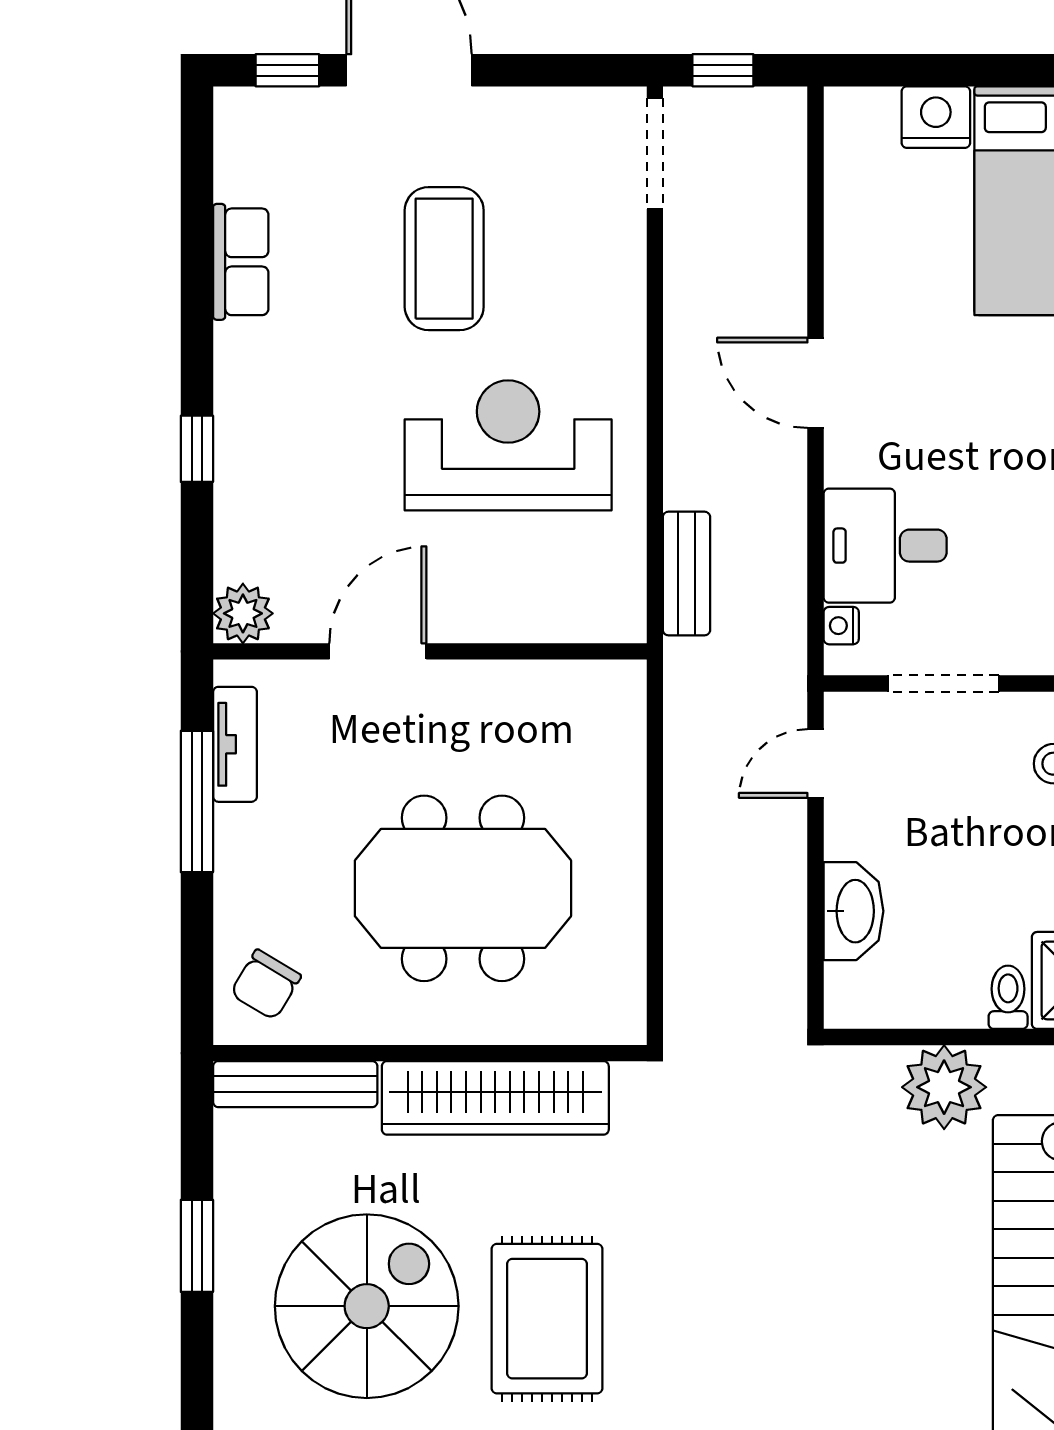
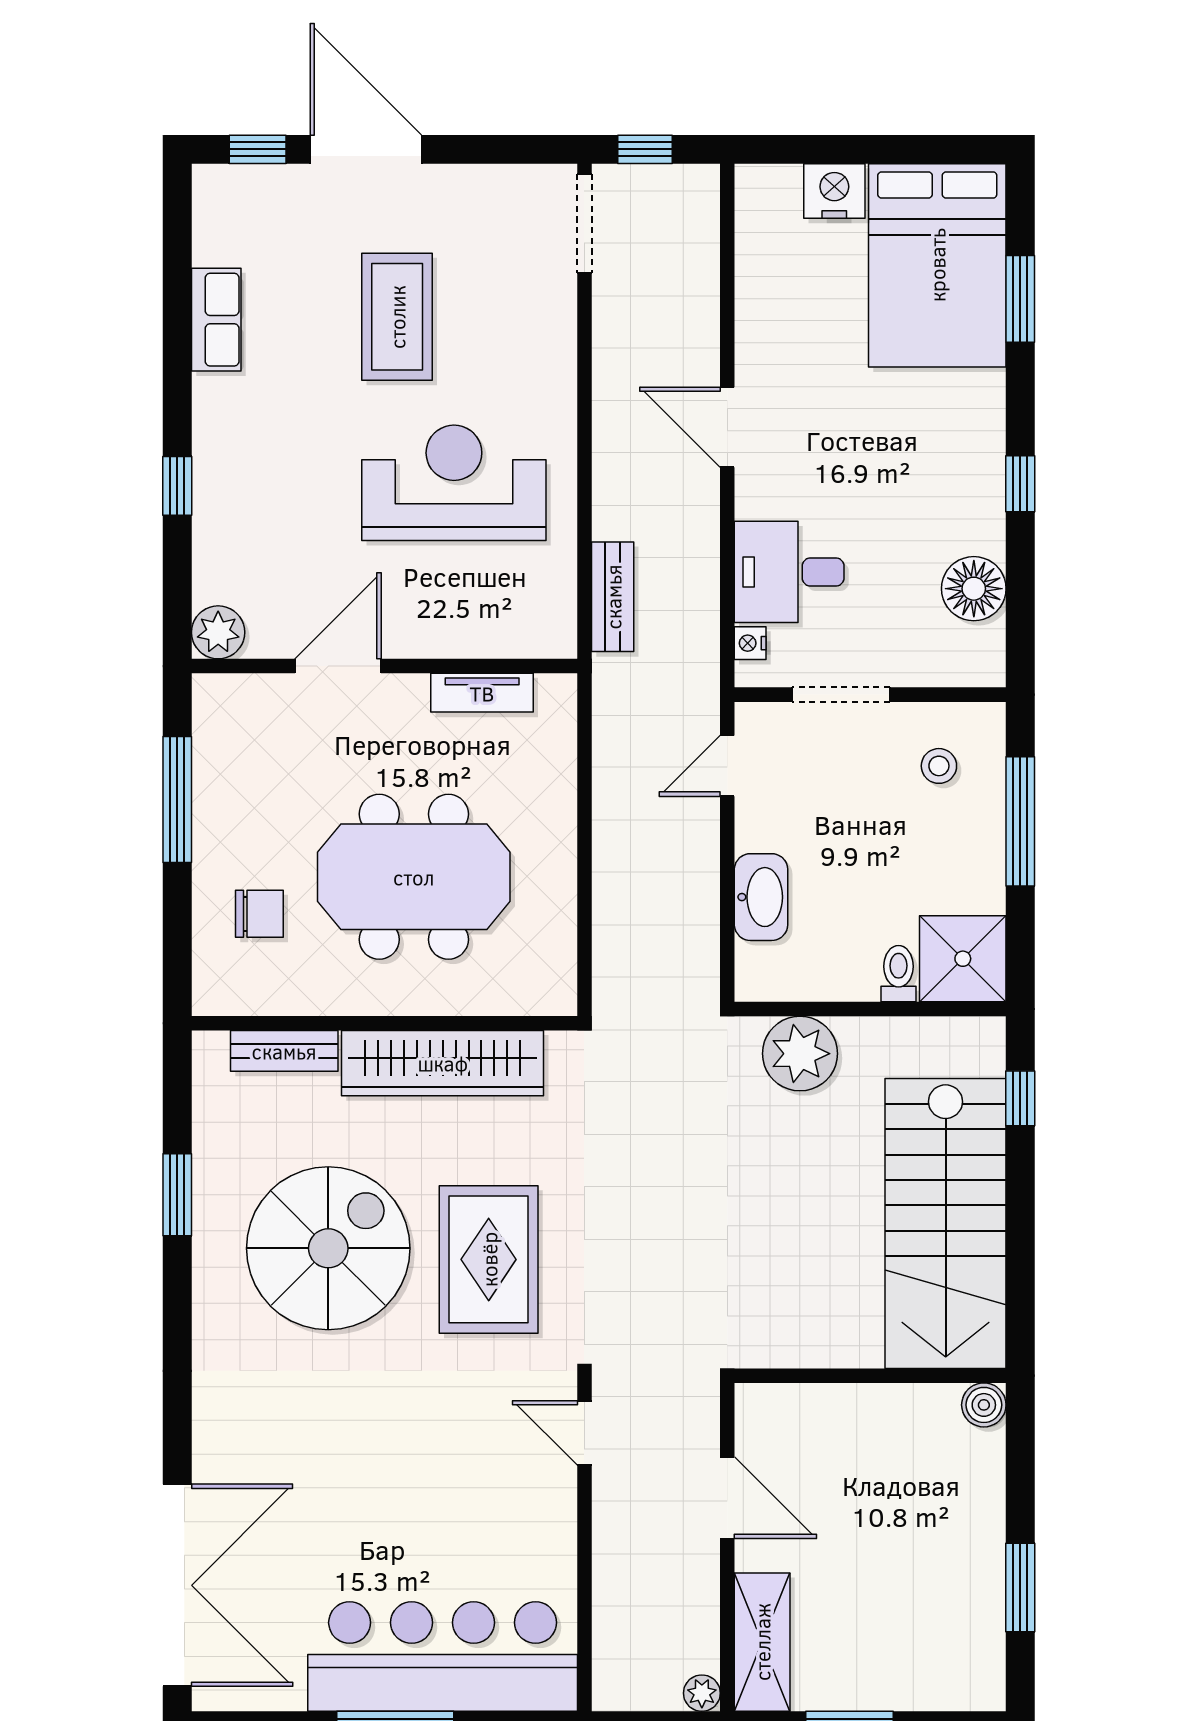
tv unit: (235, 744) -> (482, 693), moved, turned 90
chair: (266, 985) -> (259, 914), moved, turned -121
bench: (295, 1084) -> (284, 1051), width x0.73
plant: (944, 1087) -> (800, 1054), moved

